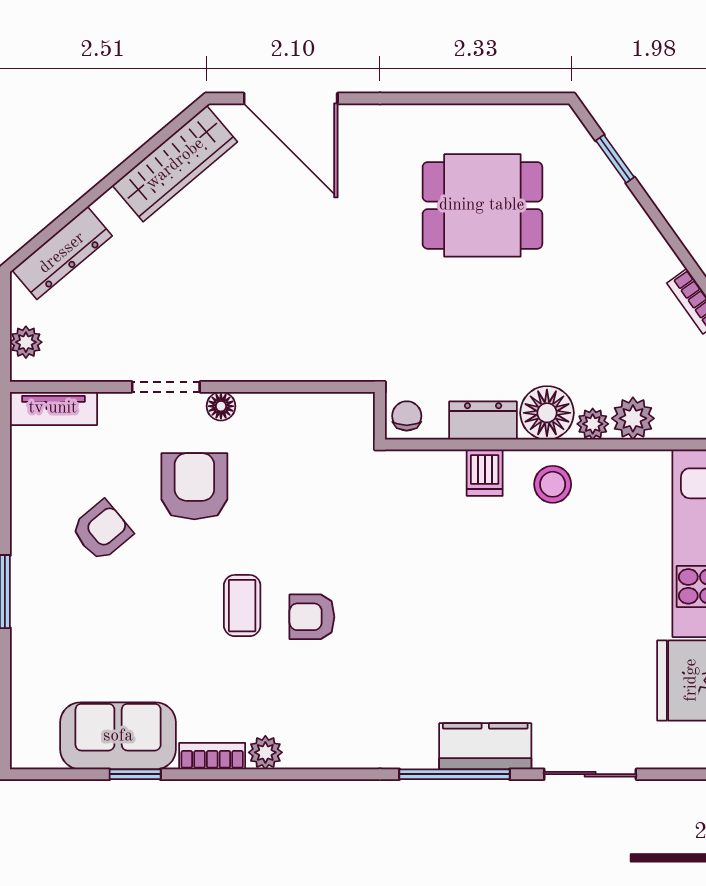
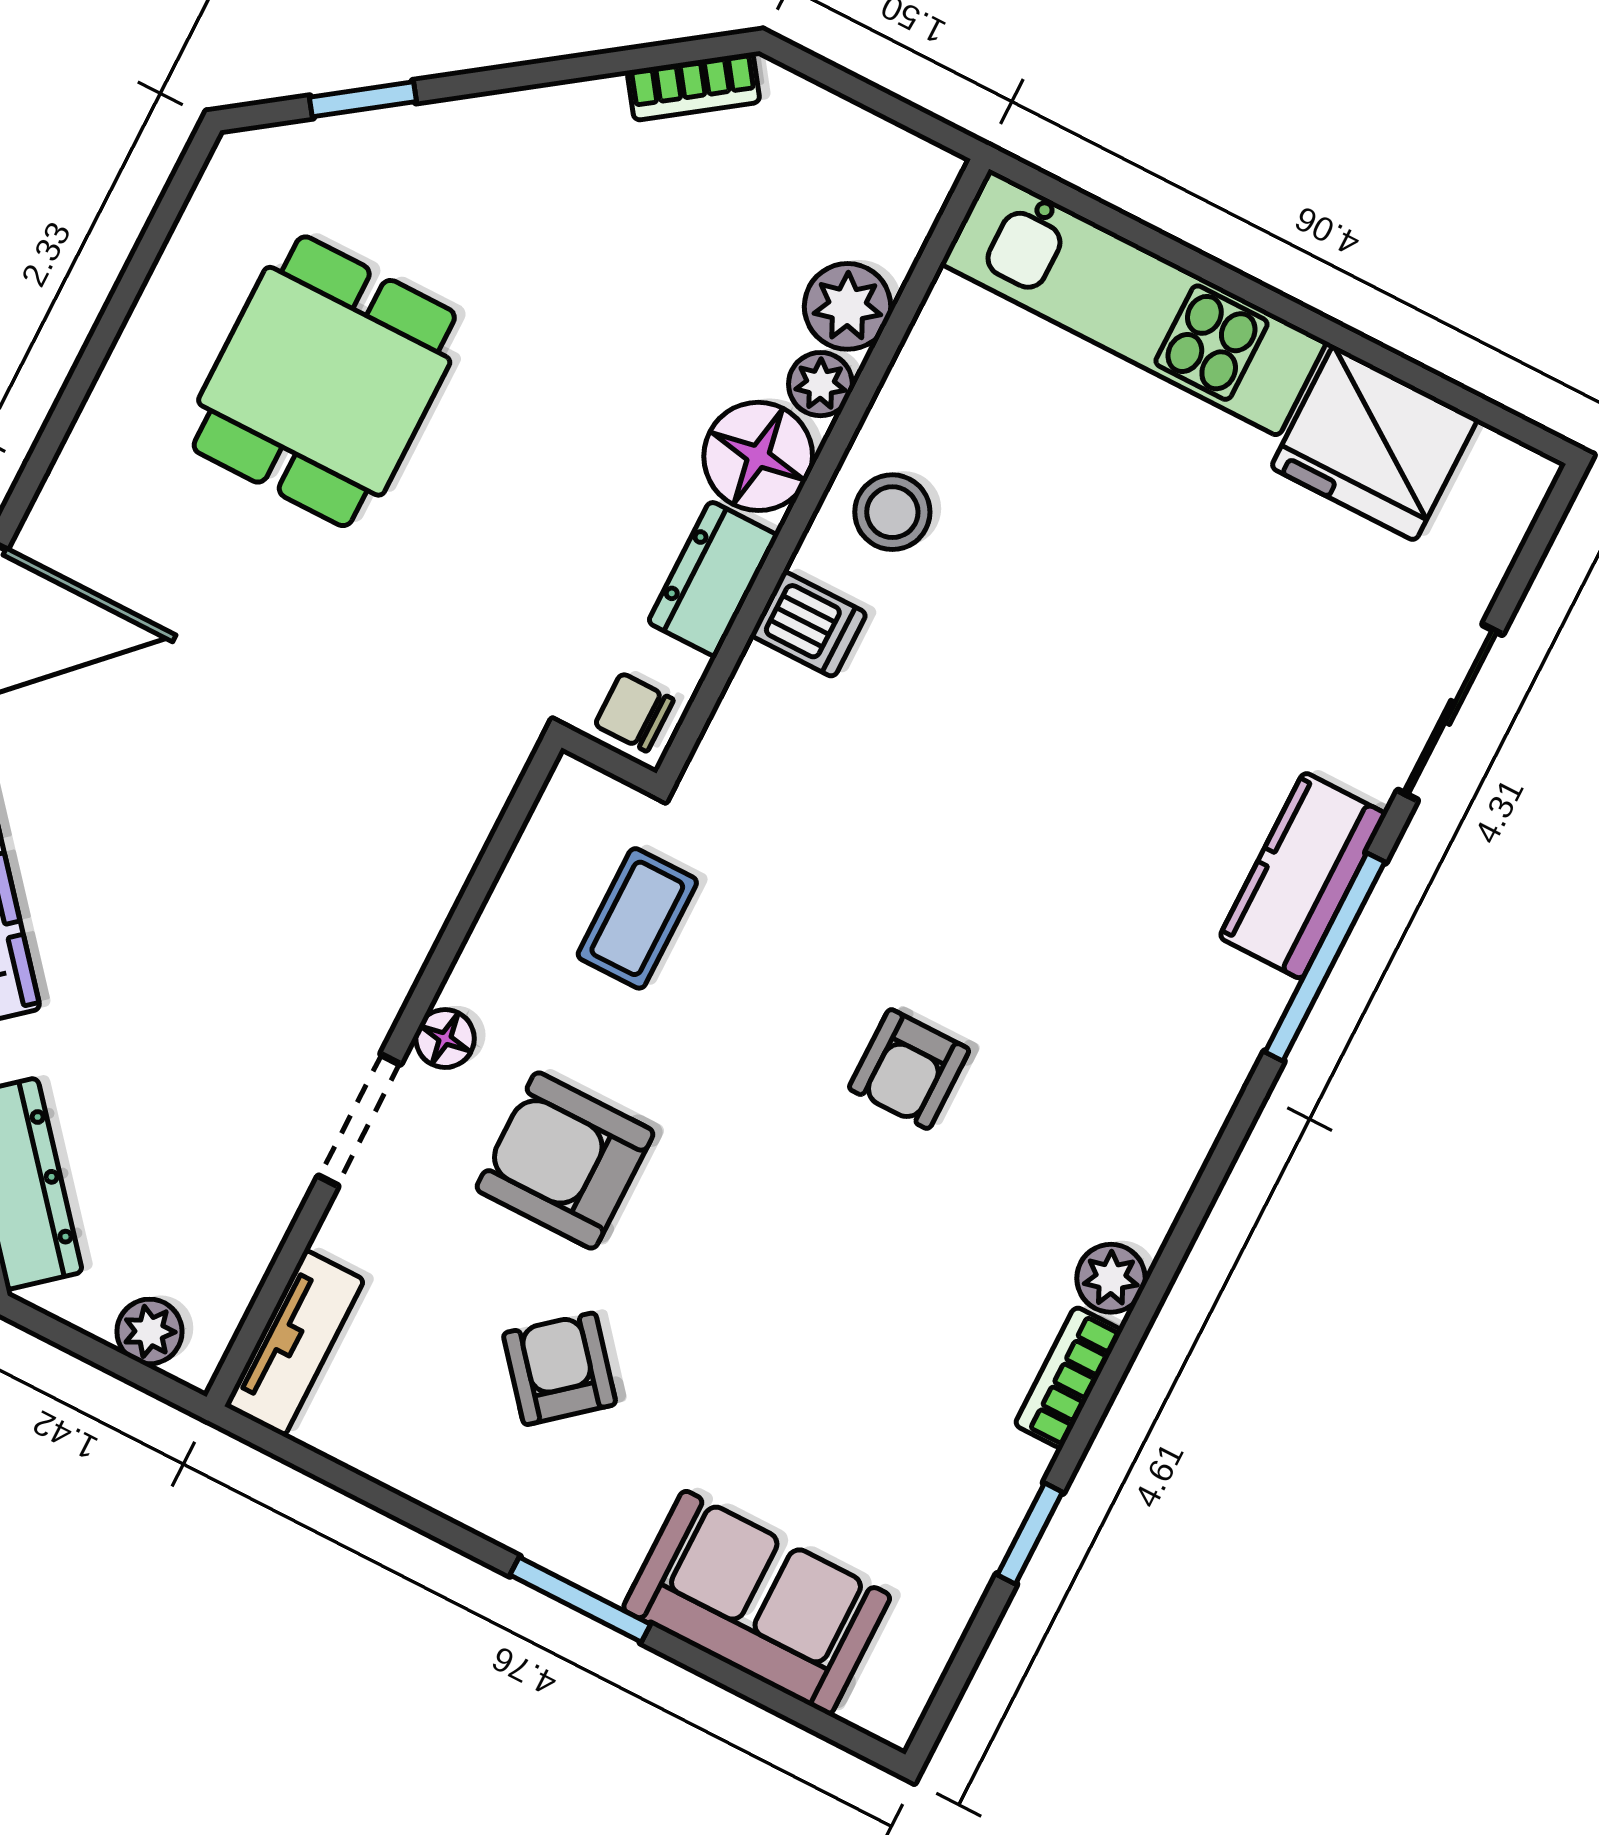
coffee table: (242, 606) -> (637, 918), moved, turned 90
sofa: (118, 736) -> (757, 1603), moved, turned 90

